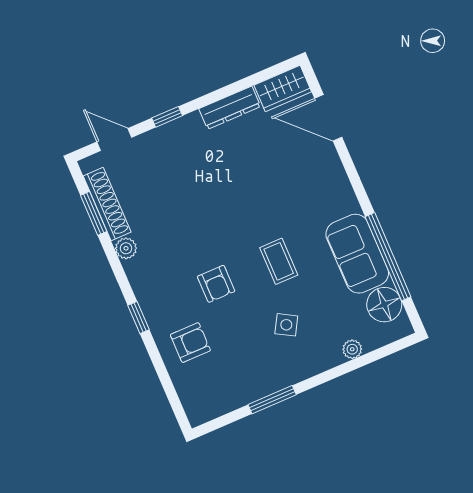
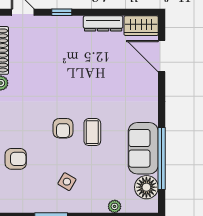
armchair: (216, 284) -> (63, 128), moved
side table: (286, 325) -> (67, 182), moved

